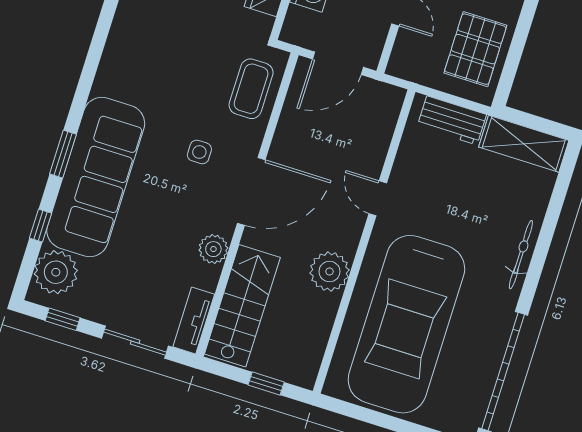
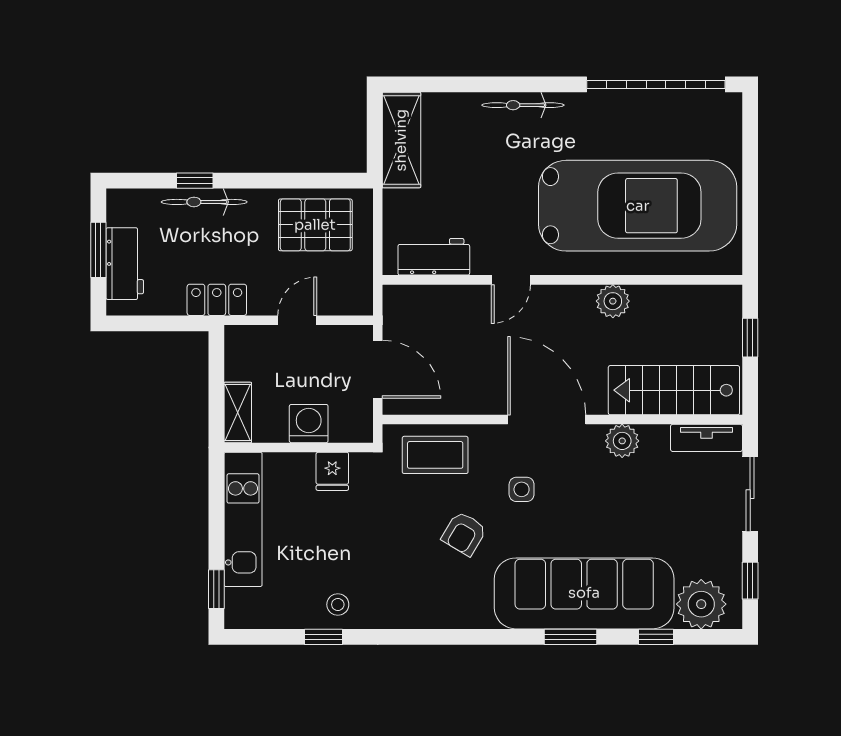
armchair: (178, 92) -> (464, 534), added
workbench: (452, 120) -> (434, 257), moved, turned -90
plant: (329, 272) -> (613, 301), width x0.73, depth x0.73

